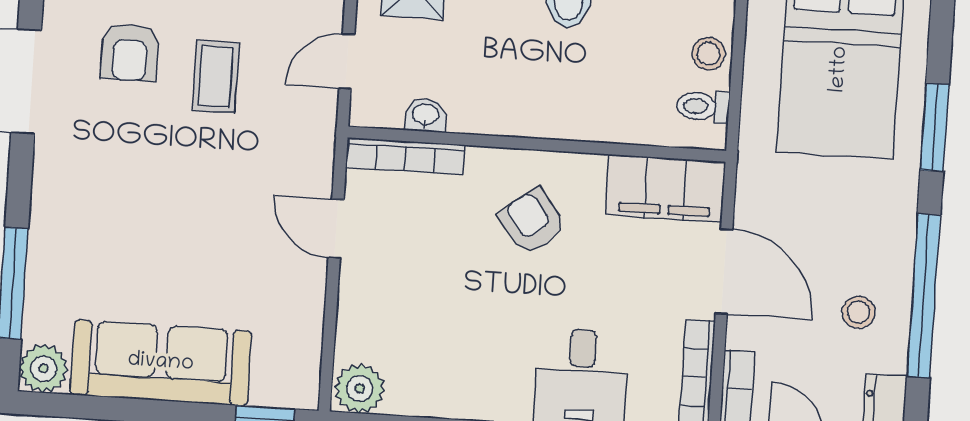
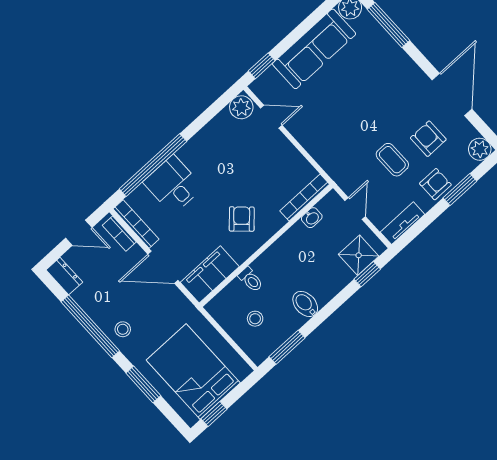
stool: (708, 54) -> (255, 319), moved
toilet: (703, 106) -> (251, 280), moved, turned 90
armchair: (532, 221) -> (242, 219), turned -100
door: (336, 229) -> (271, 117), moved
stool: (858, 312) -> (123, 329), moved

